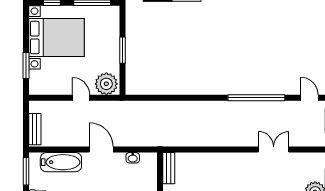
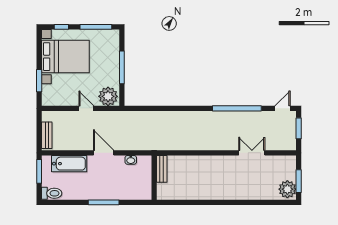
window: (122, 50) -> (122, 67), width x1.44
door: (309, 98) -> (282, 108), hinge flipped

